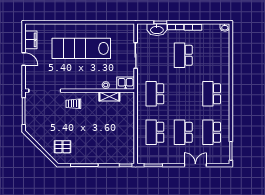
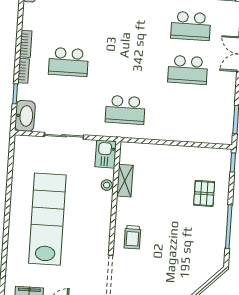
washbasin: (157, 30) -> (25, 116), moved
lab bench: (81, 48) -> (47, 219), turned 180
school desk: (212, 94) -> (131, 22), removed
school desk: (155, 132) -> (185, 114), removed
pallet: (63, 147) -> (204, 193), moved

